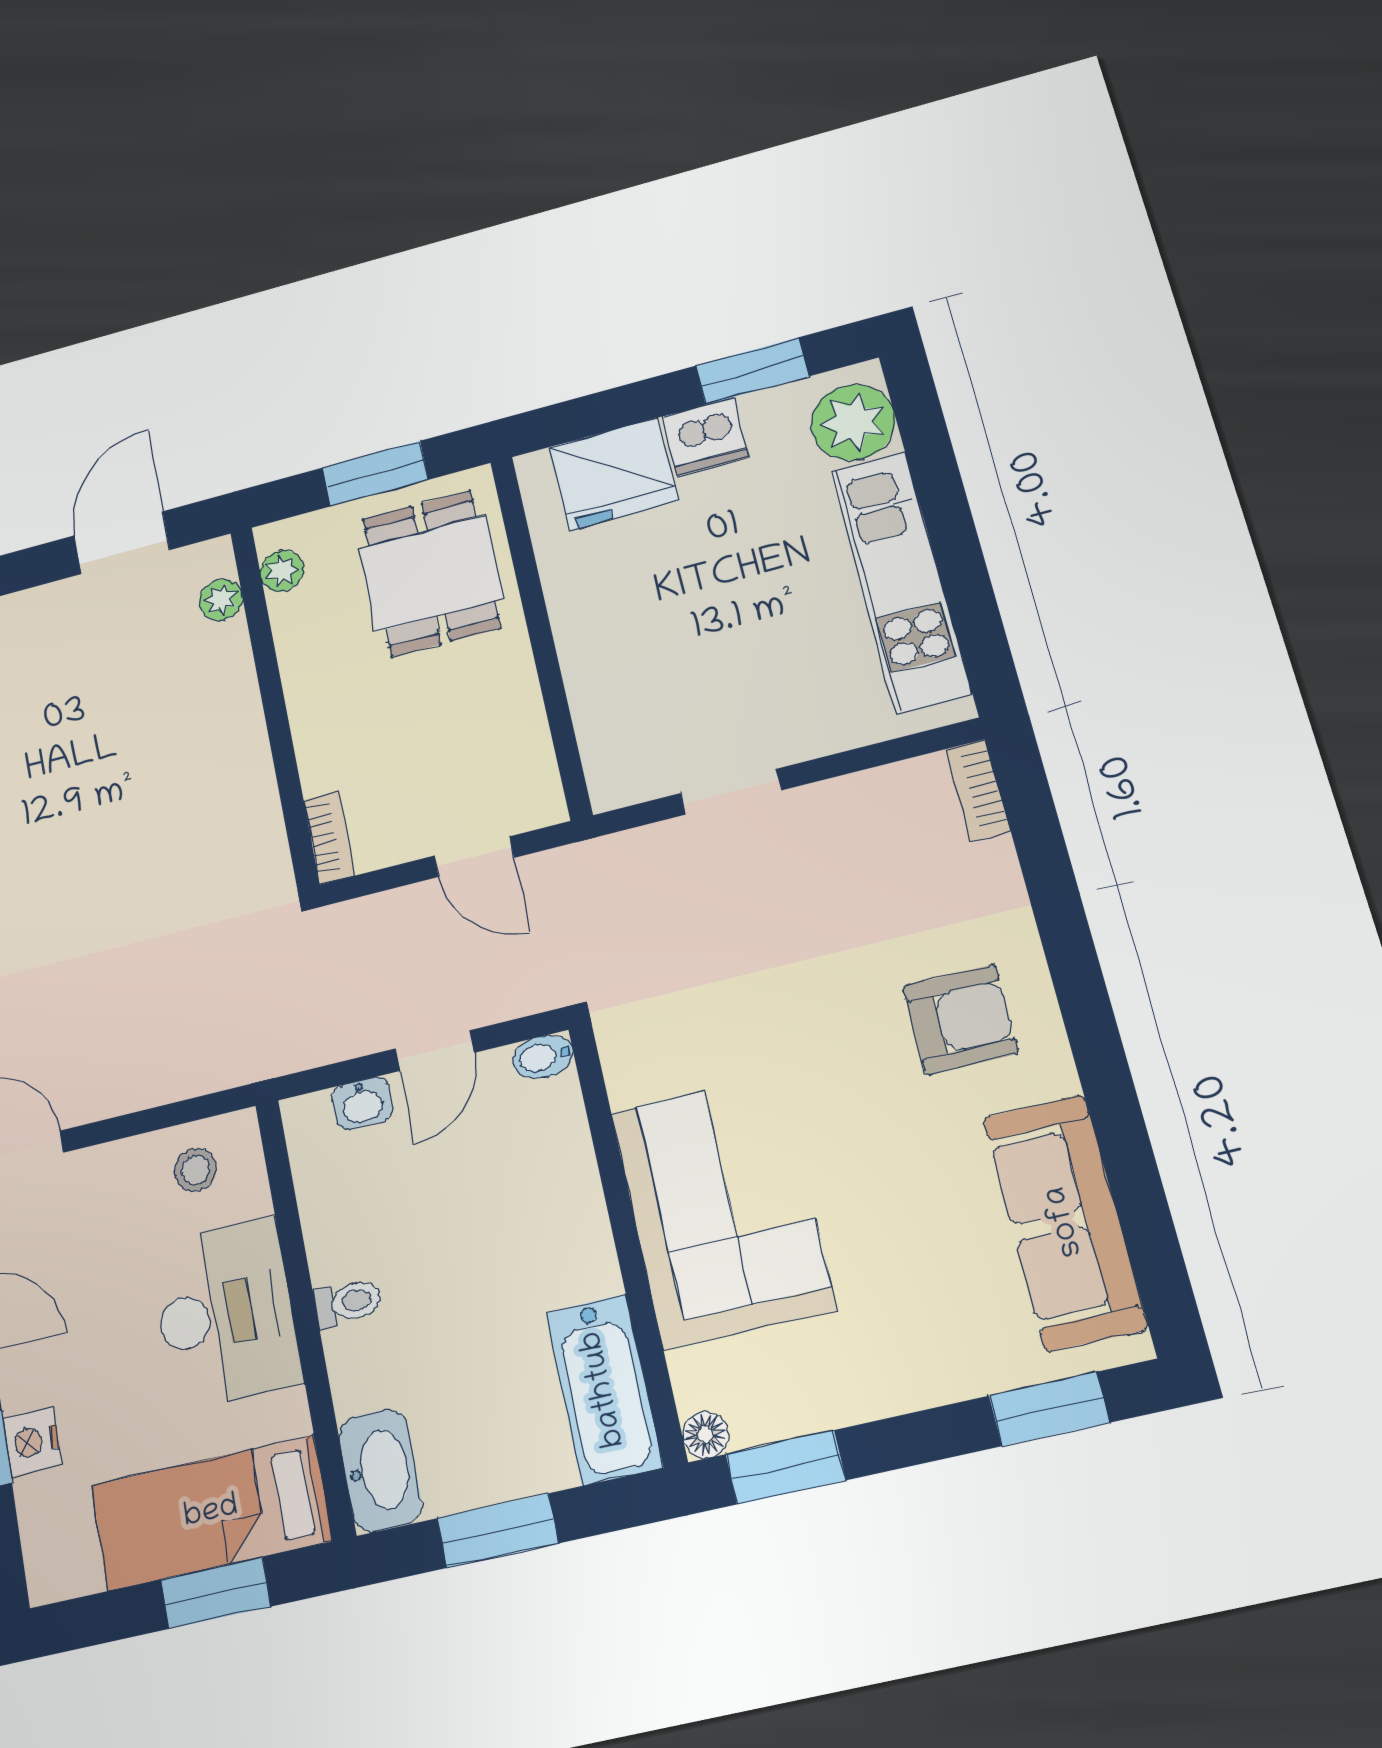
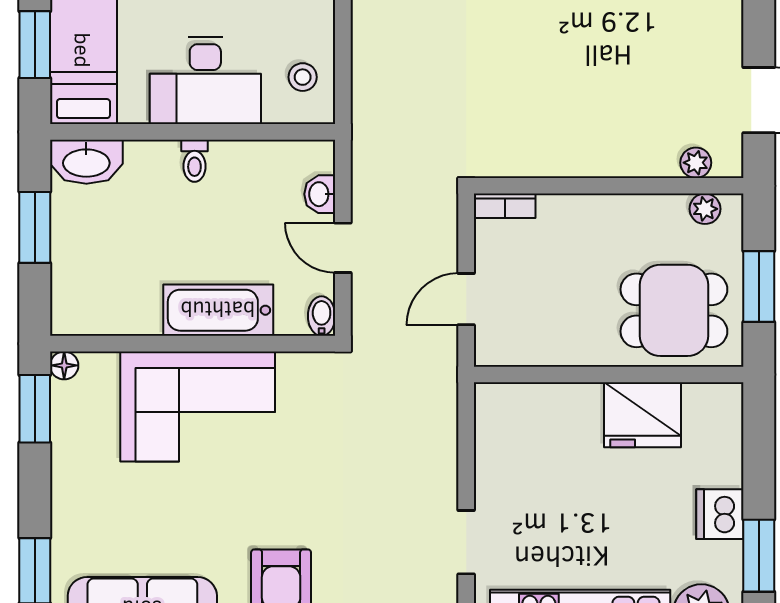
fridge: (614, 474) -> (643, 415), moved, turned -90
doorway: (731, 792) -> (466, 542), moved
bathtub: (604, 1389) -> (218, 310), moved

